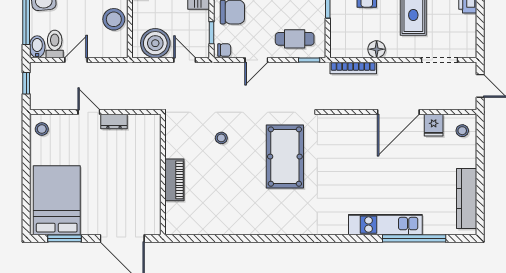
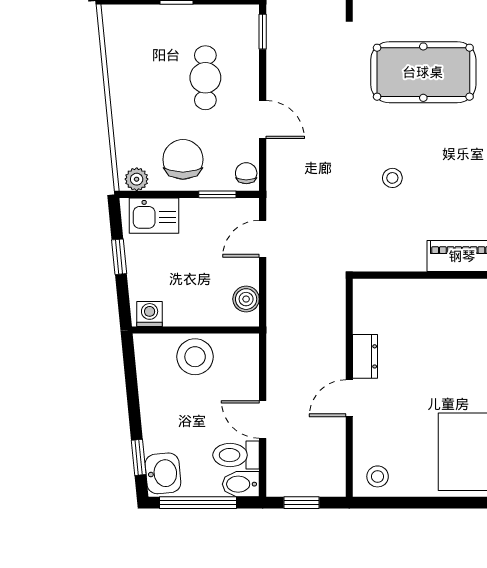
cafe table: (295, 39) -> (205, 78), moved
boiler: (155, 43) -> (246, 299), width x0.54, depth x0.54

